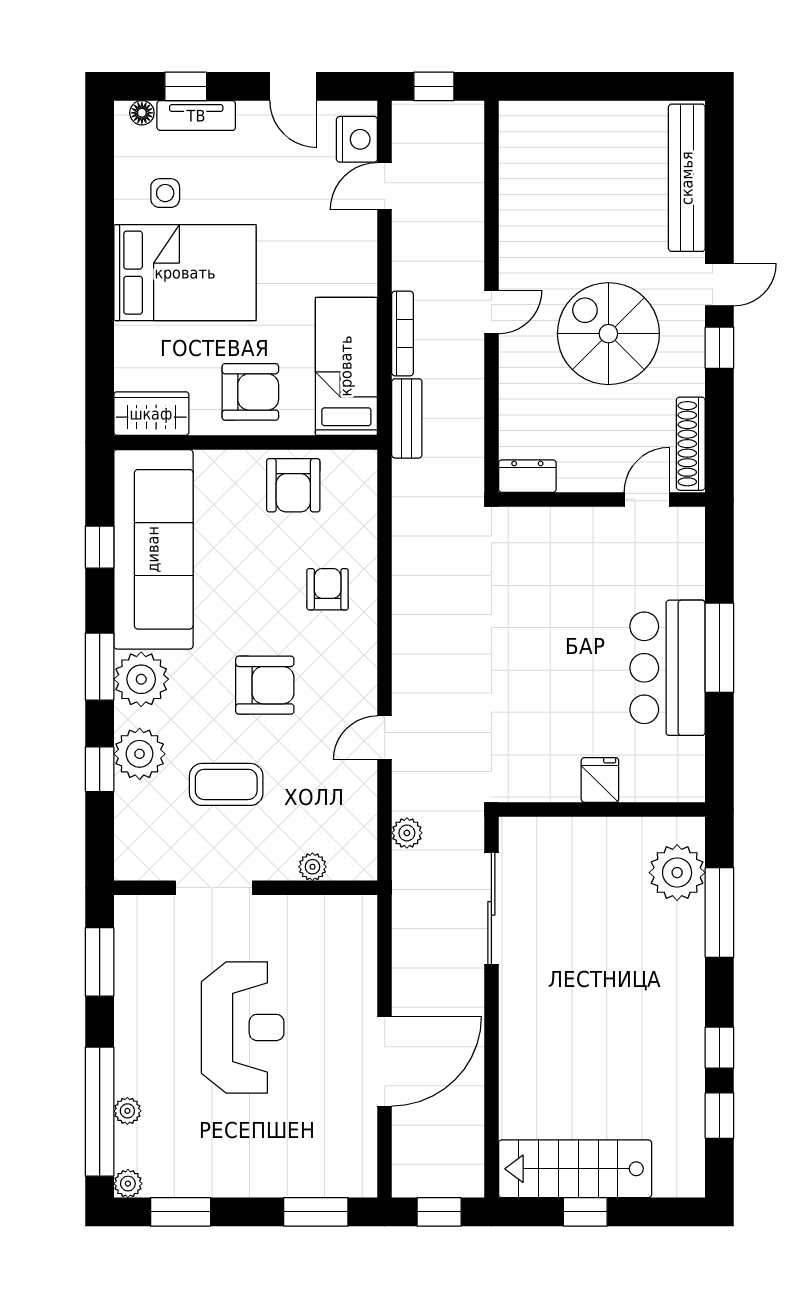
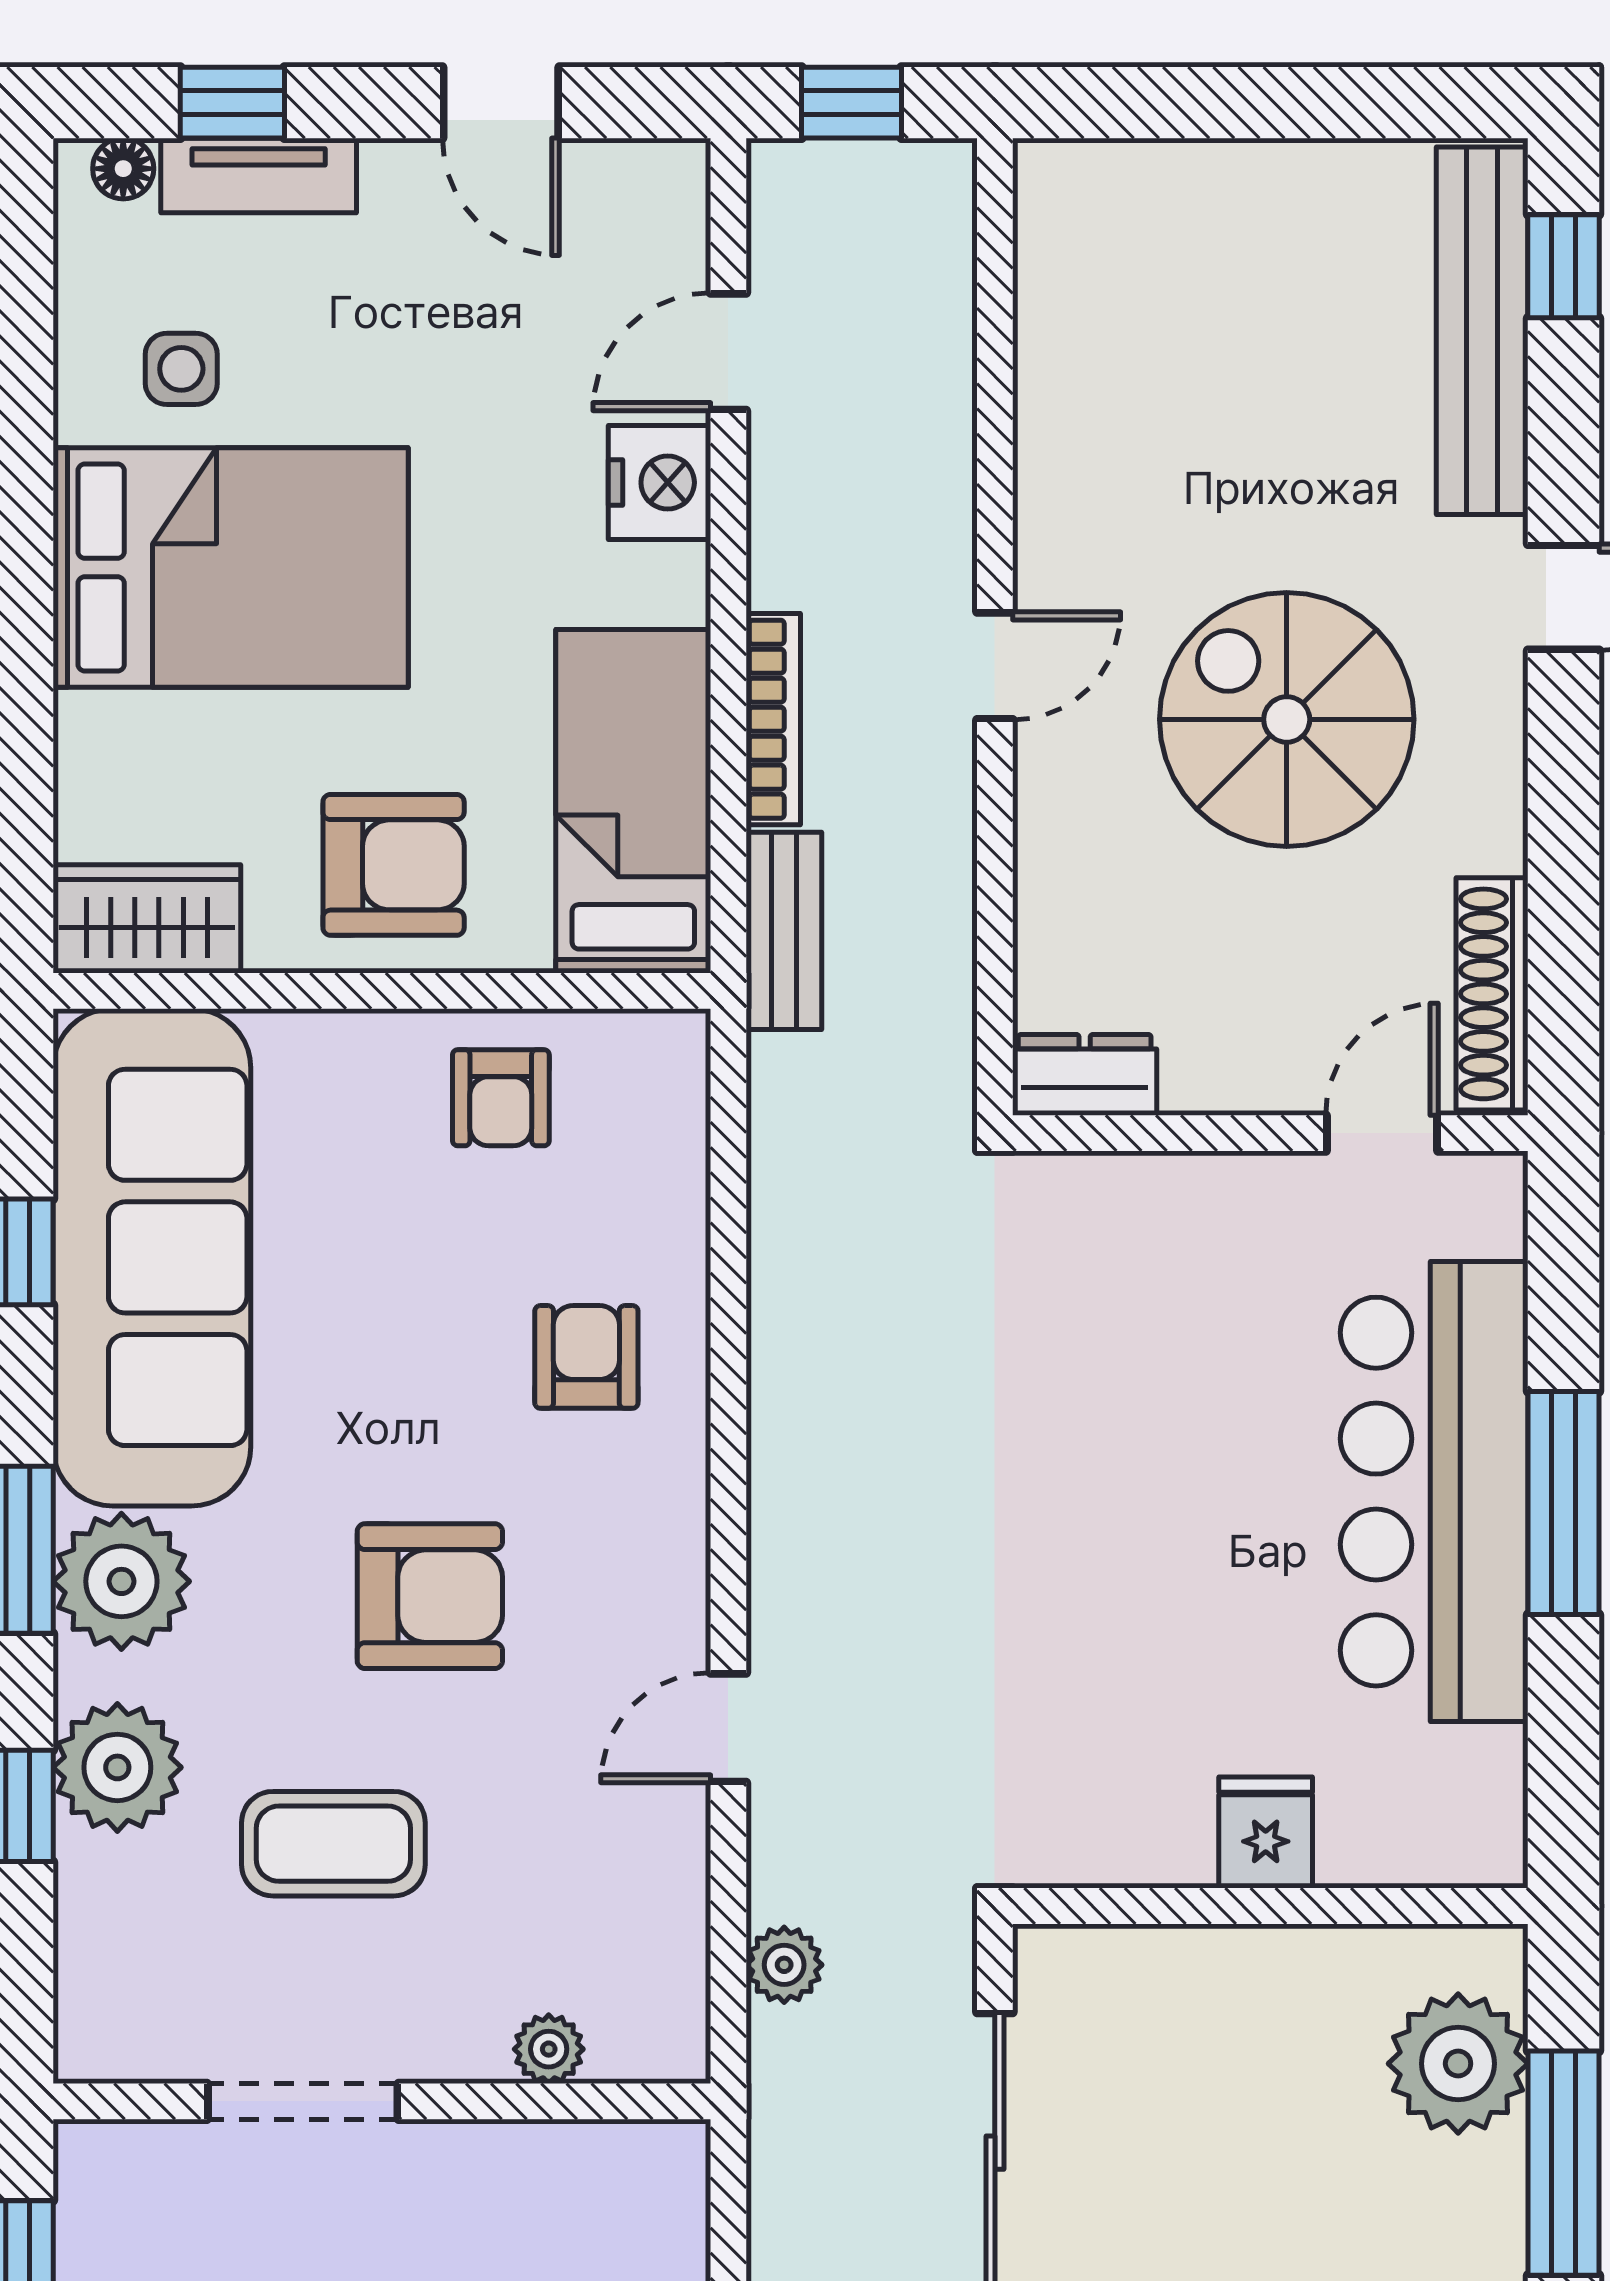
nightstand: (357, 139) -> (660, 483), moved
window: (719, 348) -> (1563, 266), moved
armchair: (293, 485) -> (501, 1098), width x0.72, depth x0.72
bar counter: (668, 668) -> (1434, 1492), width x1.36

